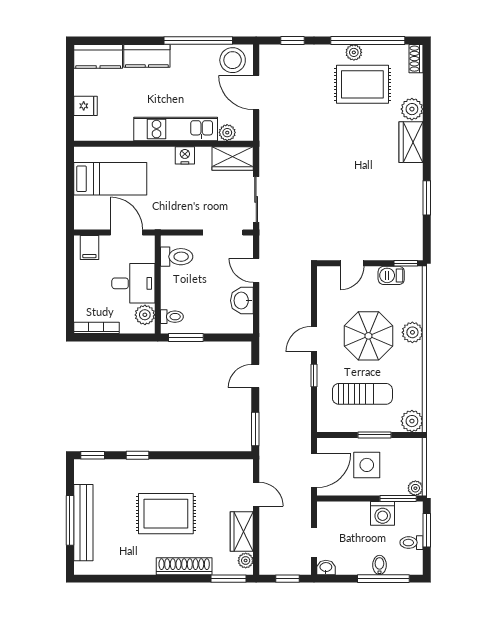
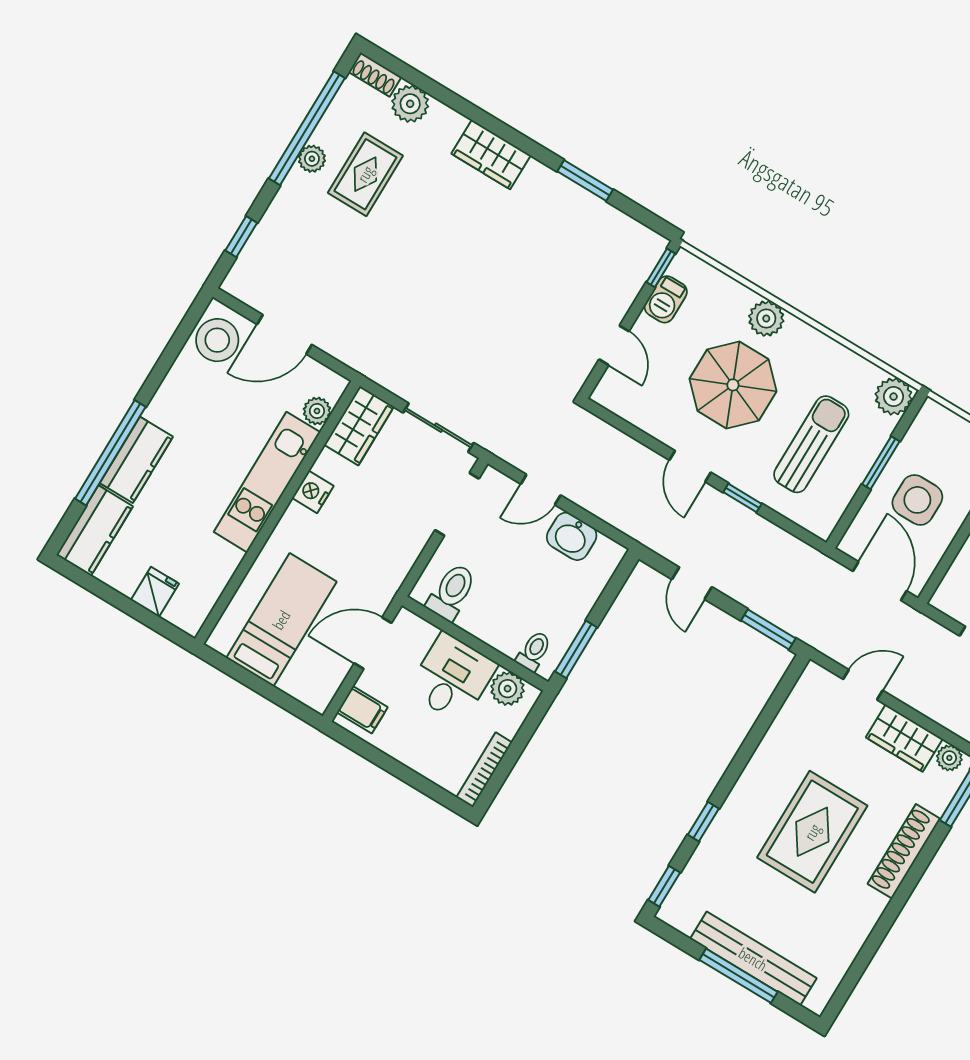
window: (198, 40) -> (110, 453), moved
rug: (362, 84) -> (365, 174), width x0.73, depth x0.70
plant: (412, 109) -> (410, 104), moved

